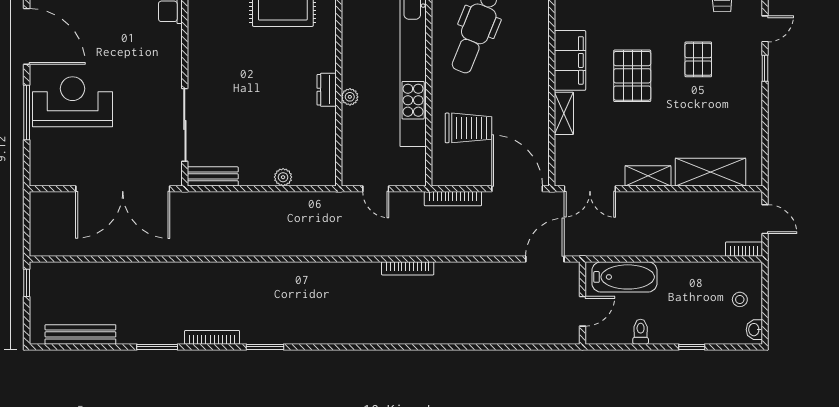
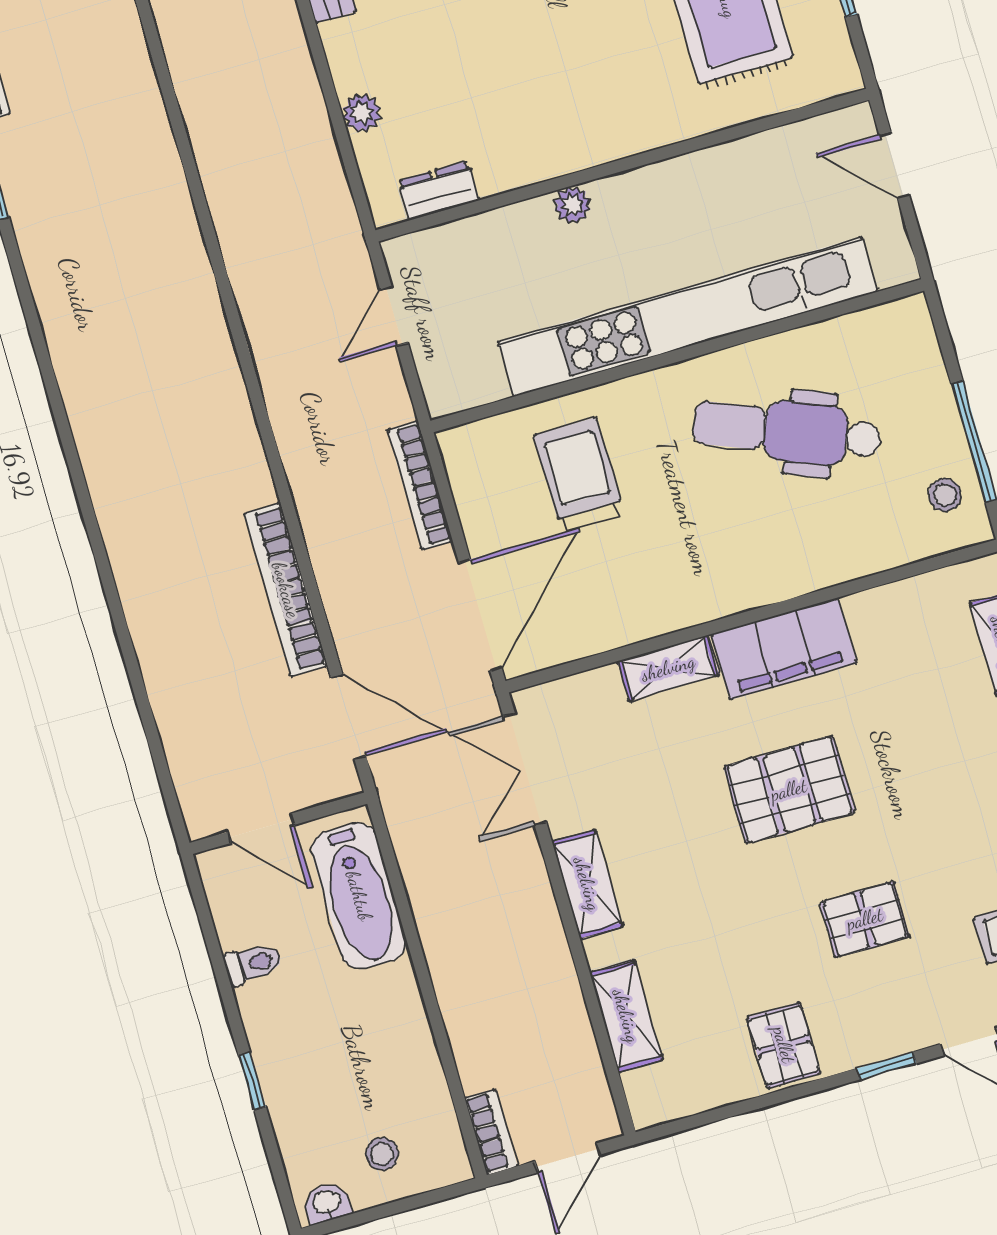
dresser: (327, 90) -> (438, 191), moved
pallet: (743, 111) -> (784, 1045), added
trolley: (468, 128) -> (579, 475), turned 180
shelving: (711, 172) -> (626, 1016), width x0.67, depth x0.75
bookcase: (408, 268) -> (286, 590), moved, width x1.48, depth x1.31

